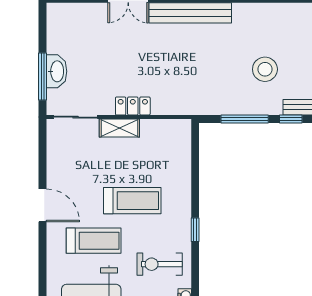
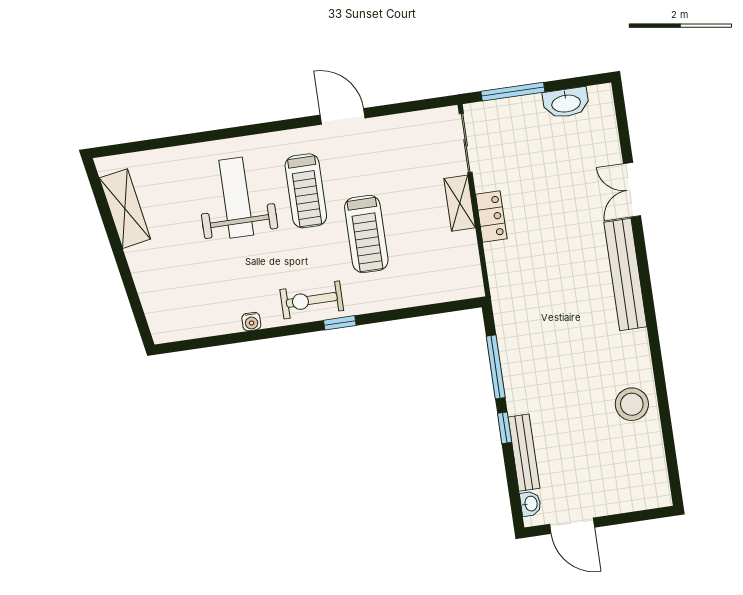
stool: (265, 69) -> (632, 404), moved
washbasin: (57, 71) -> (566, 103), moved
door: (43, 205) -> (343, 116), swing flipped
exercise bike: (160, 264) -> (312, 300), moved, turned -90

